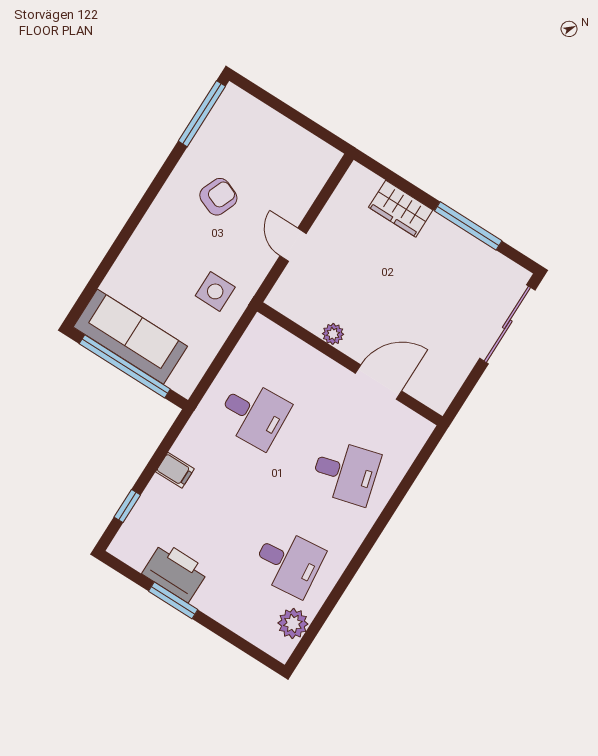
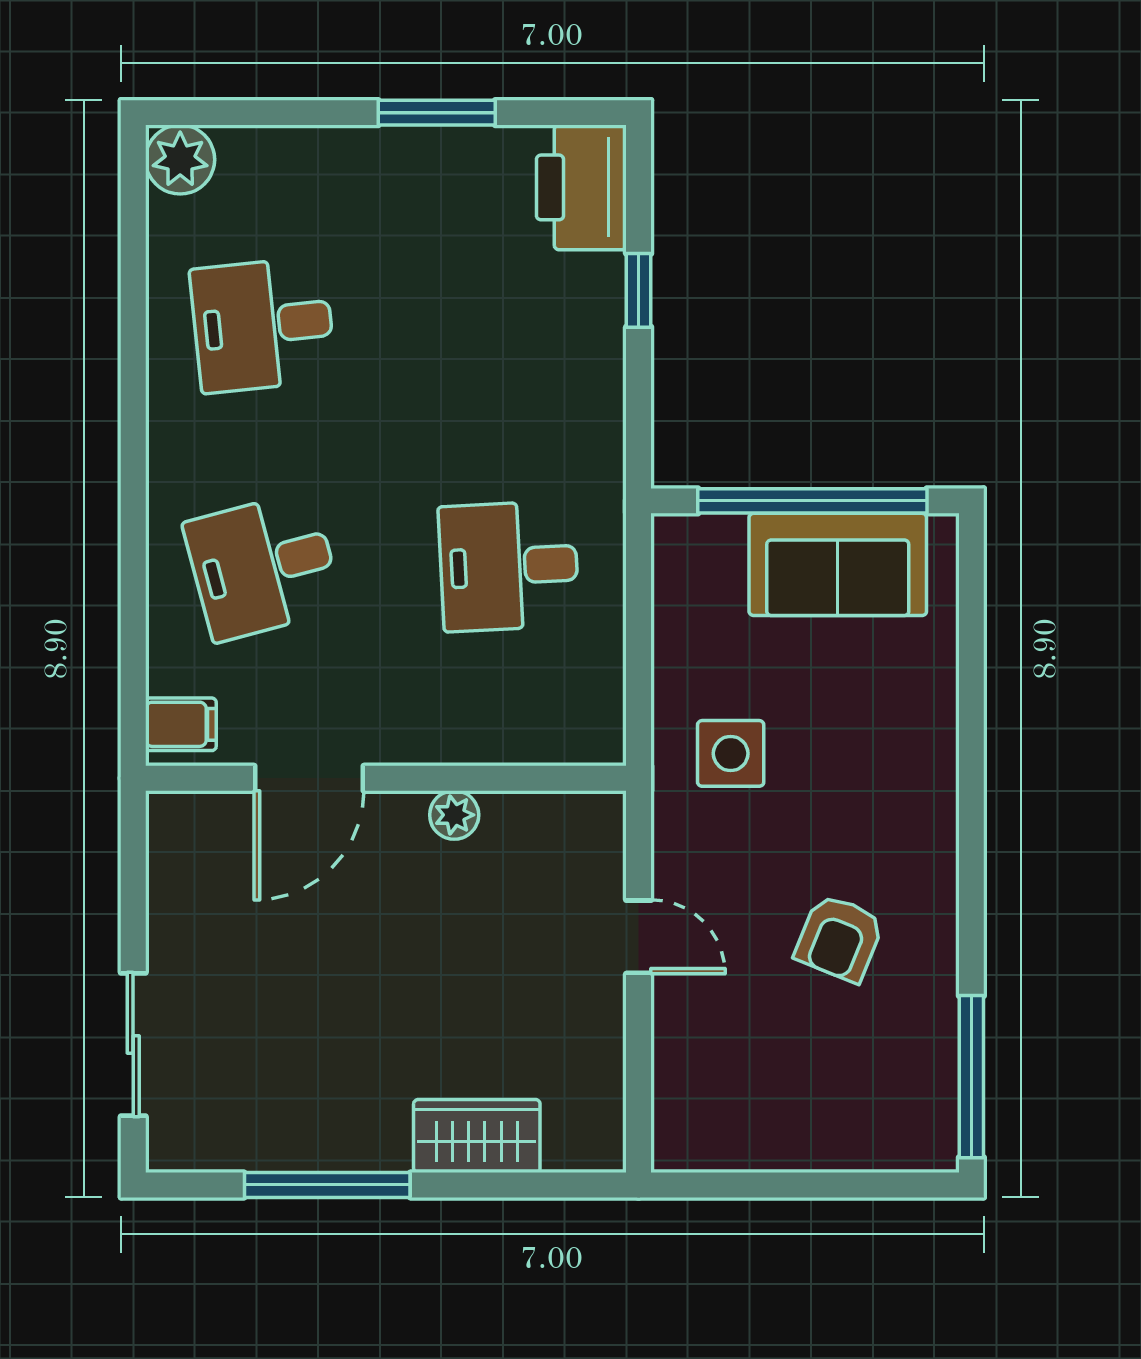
sliding door: (507, 324) -> (133, 1045), width x0.73
sofa: (130, 337) -> (838, 564), width x0.73
filing cabinet: (175, 470) -> (181, 724), moved, turned 180
window: (127, 506) -> (639, 290), moved
printer: (175, 572) -> (581, 187), moved, turned 90
plant: (293, 623) -> (180, 160), moved

